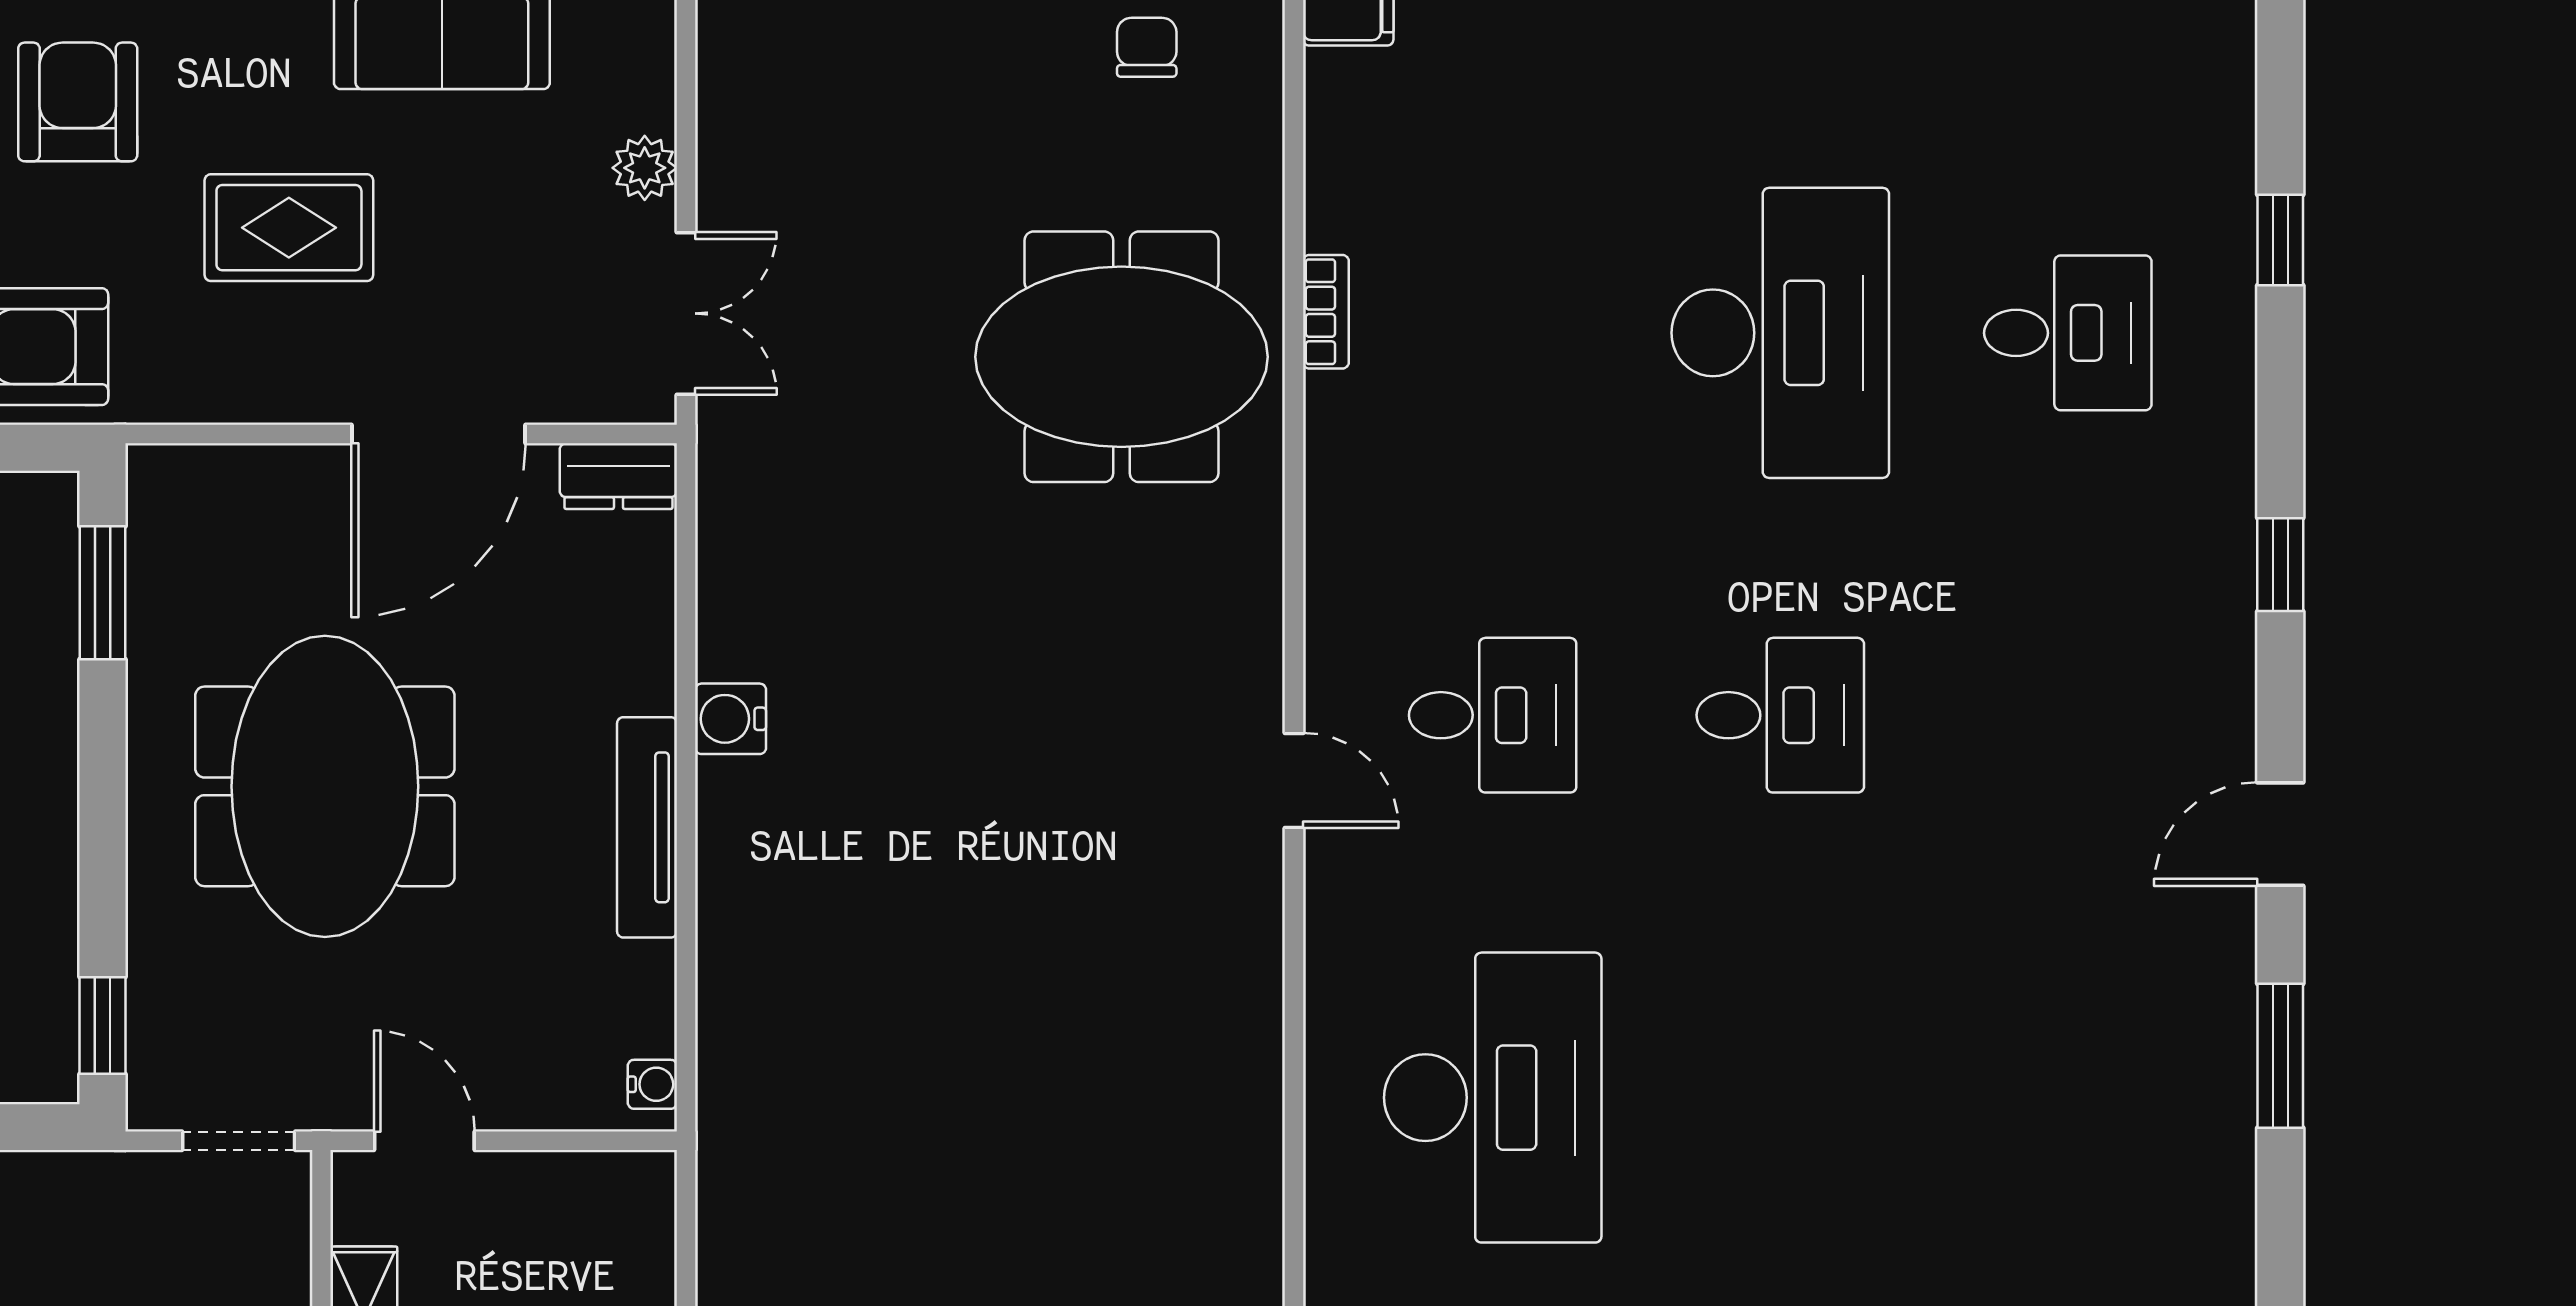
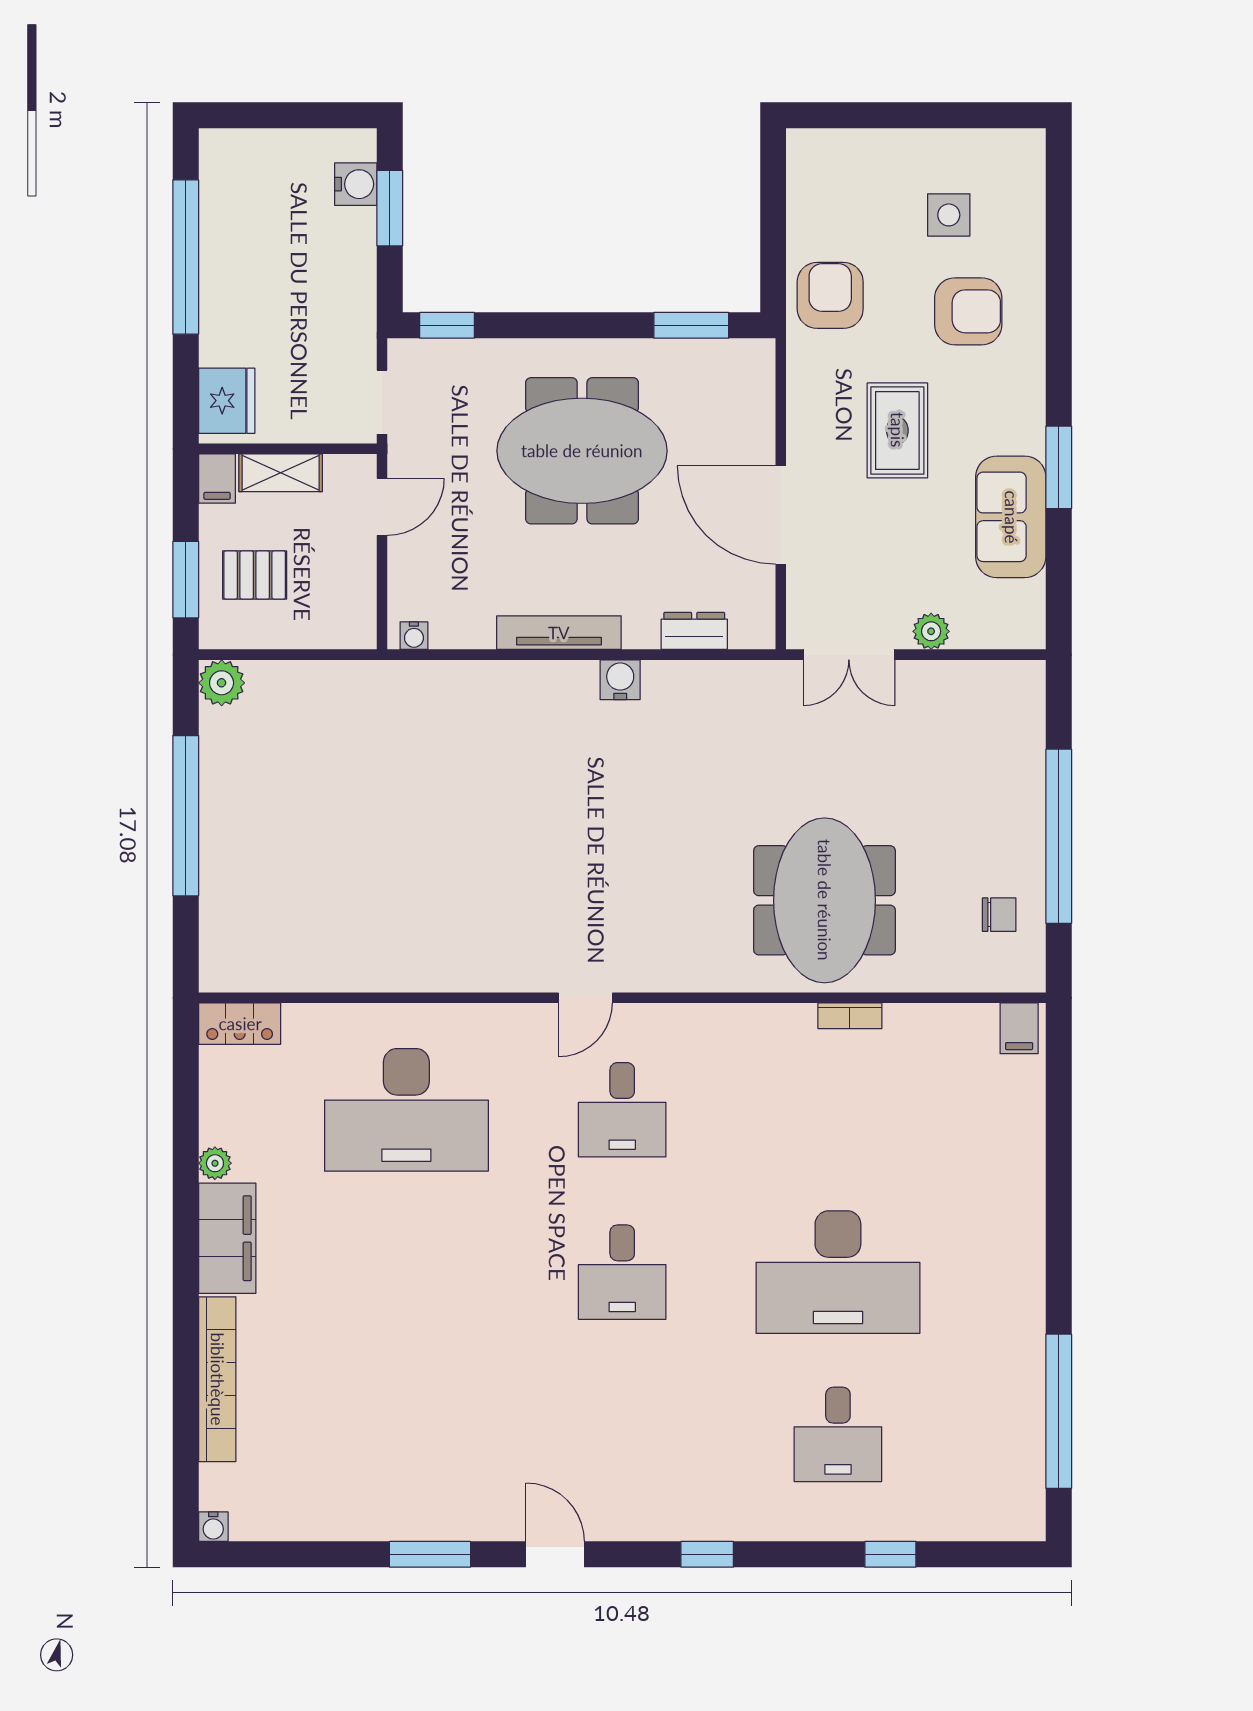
dresser: (618, 476) -> (694, 631), moved, turned 90

